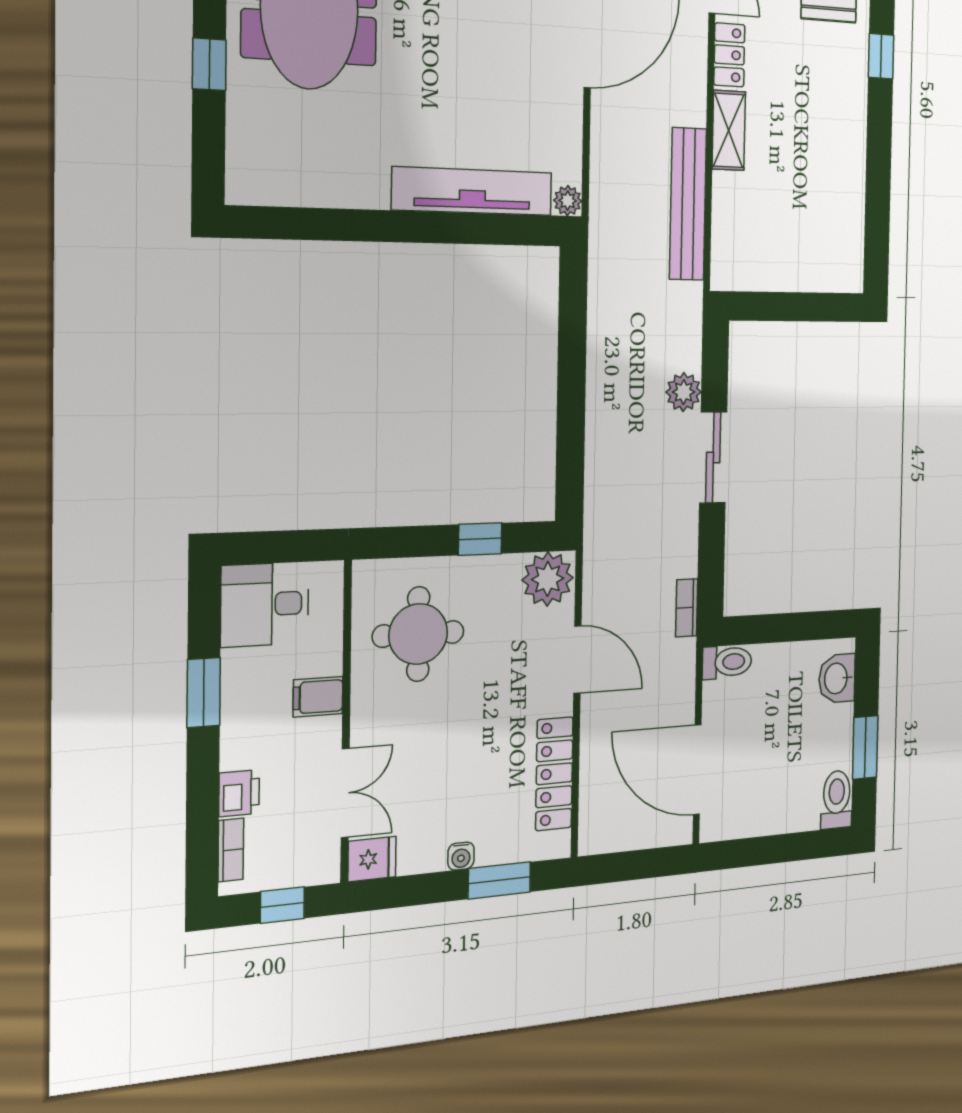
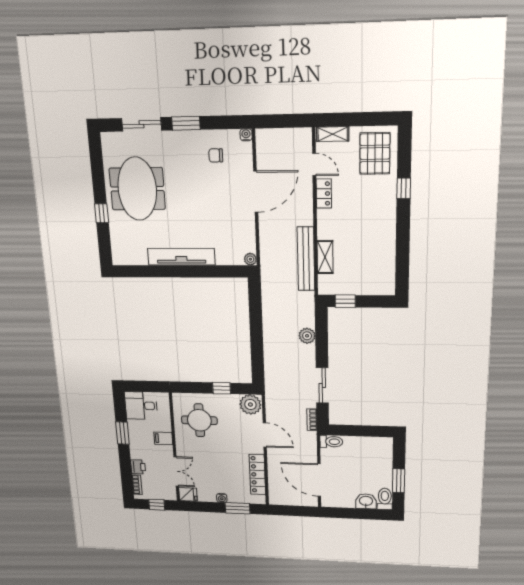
shelving: (729, 130) -> (325, 257), moved
tv unit: (473, 191) -> (181, 257), moved
window: (766, 306) -> (345, 301), added
sliding door: (713, 458) -> (322, 385), moved
washbasin: (837, 678) -> (366, 501), moved, turned 90

